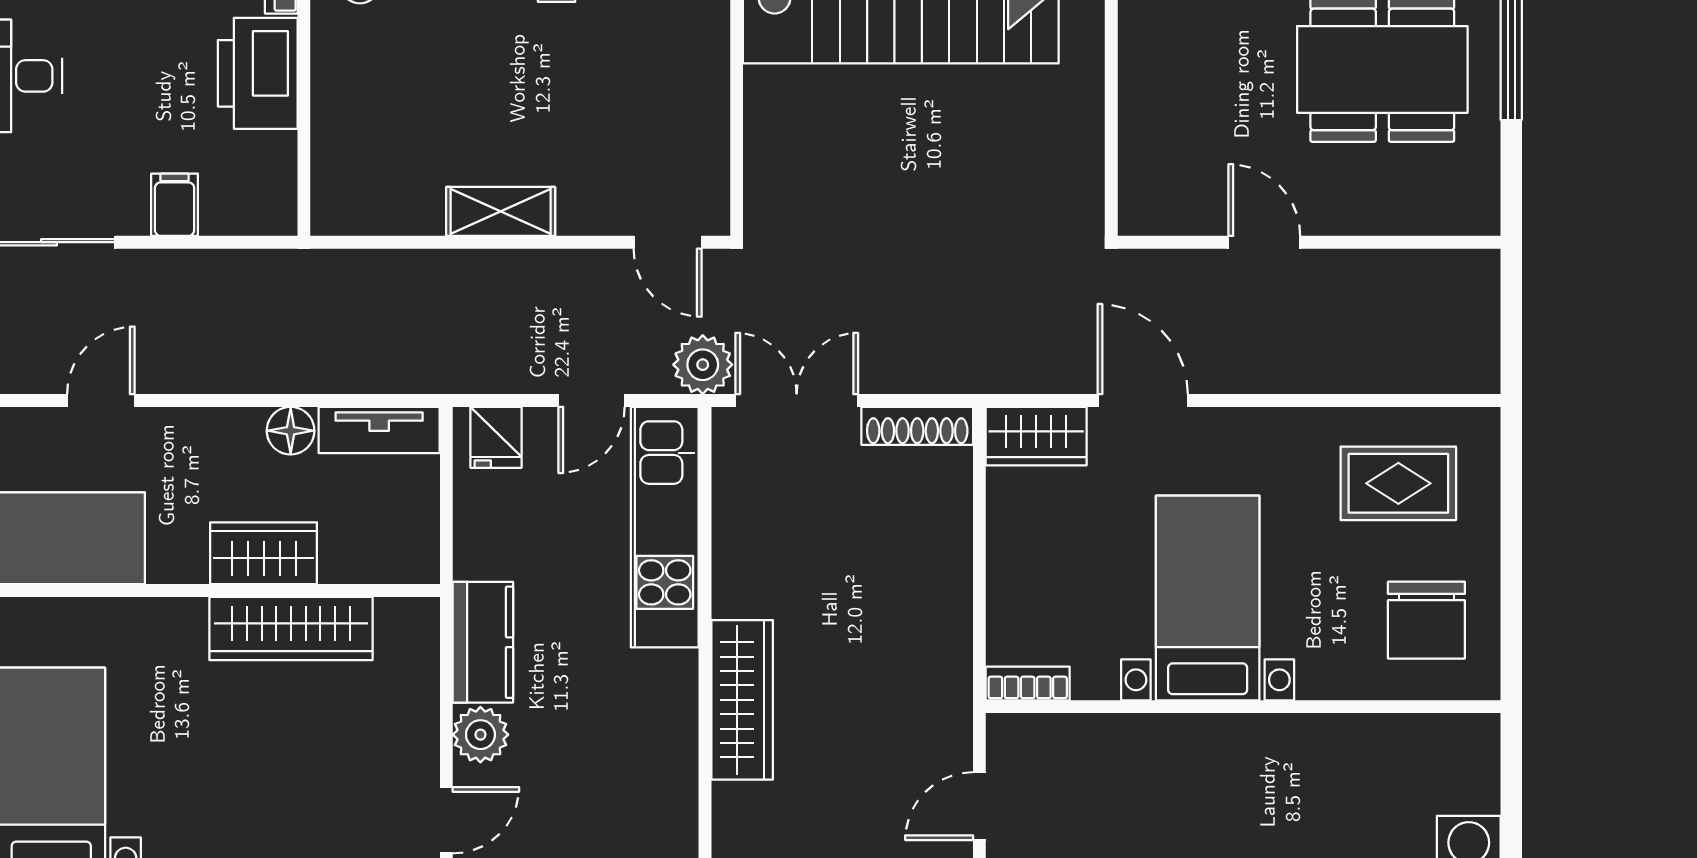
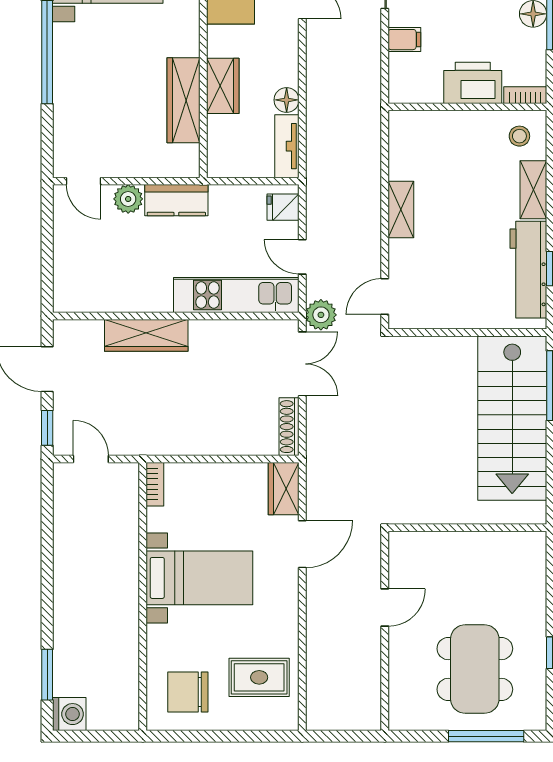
rug: (1398, 483) -> (259, 677), turned 90

